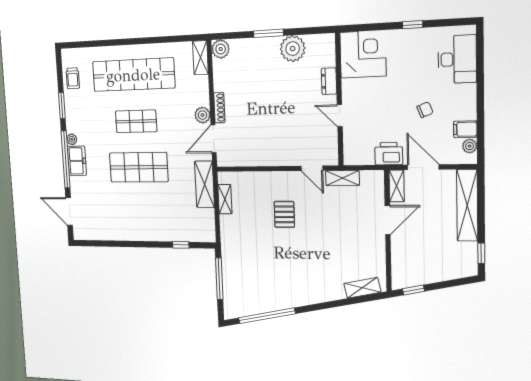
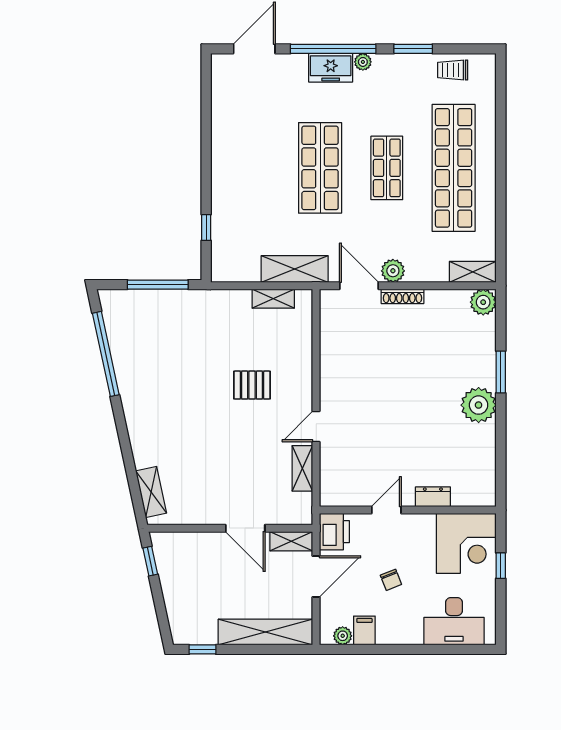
corner desk: (363, 54) -> (466, 543), moved
dresser: (329, 81) -> (433, 497), moved
wall: (339, 100) -> (408, 510), moved
door: (340, 116) -> (386, 510), moved

